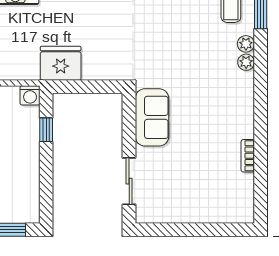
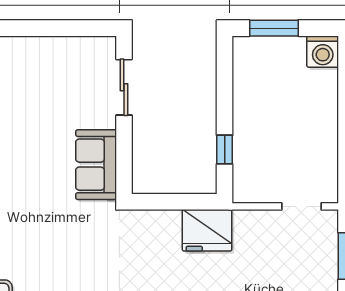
washing machine: (30, 95) -> (244, 191), removed

